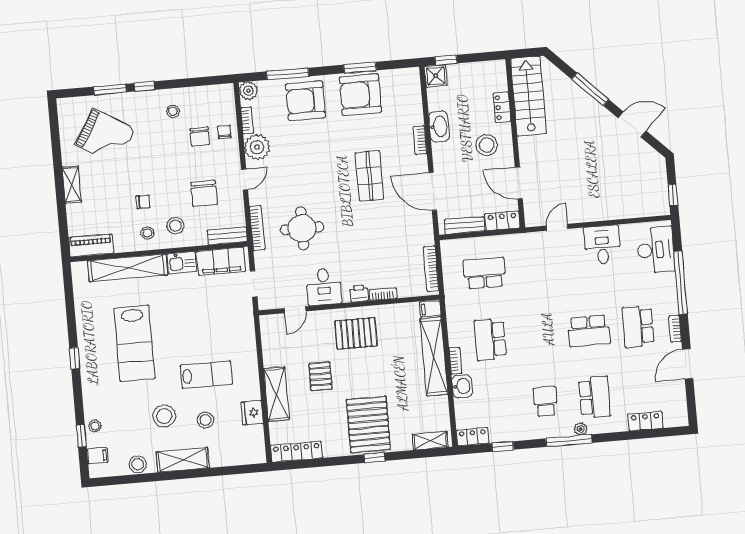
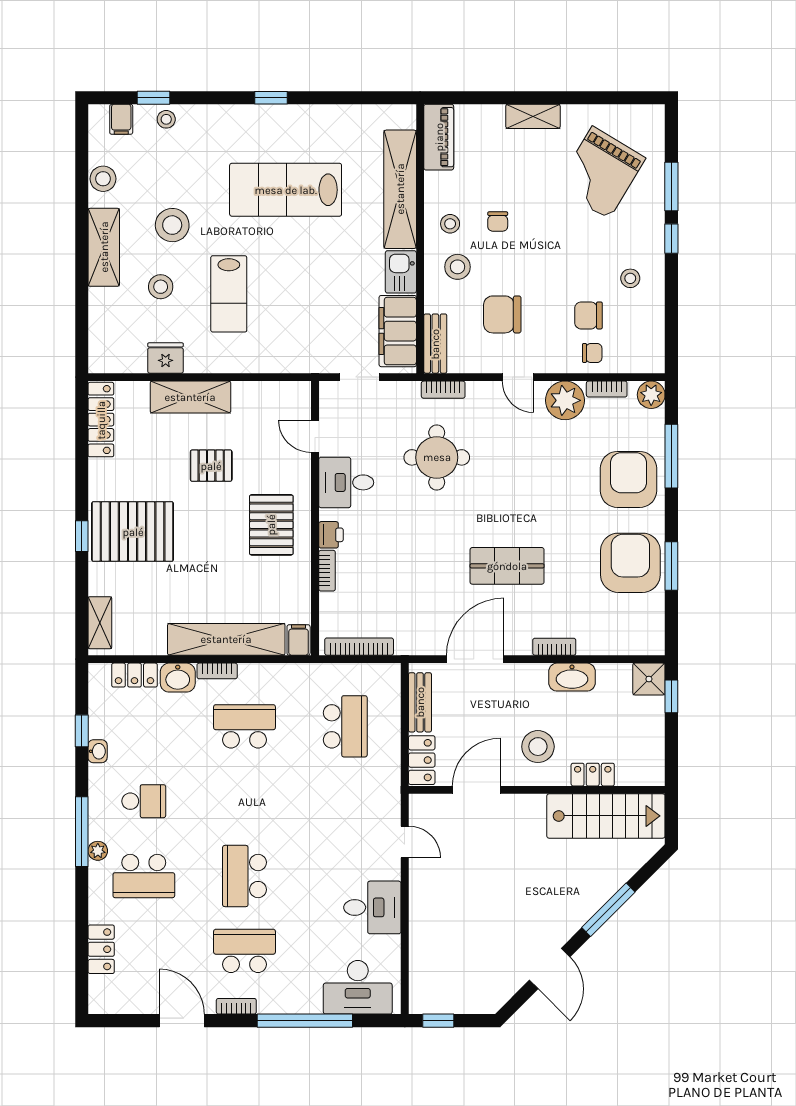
bookcase: (257, 228) -> (443, 390), width x0.64
washbasin: (515, 435) -> (98, 751), added
locker: (473, 437) -> (134, 675), moved, turned 90

